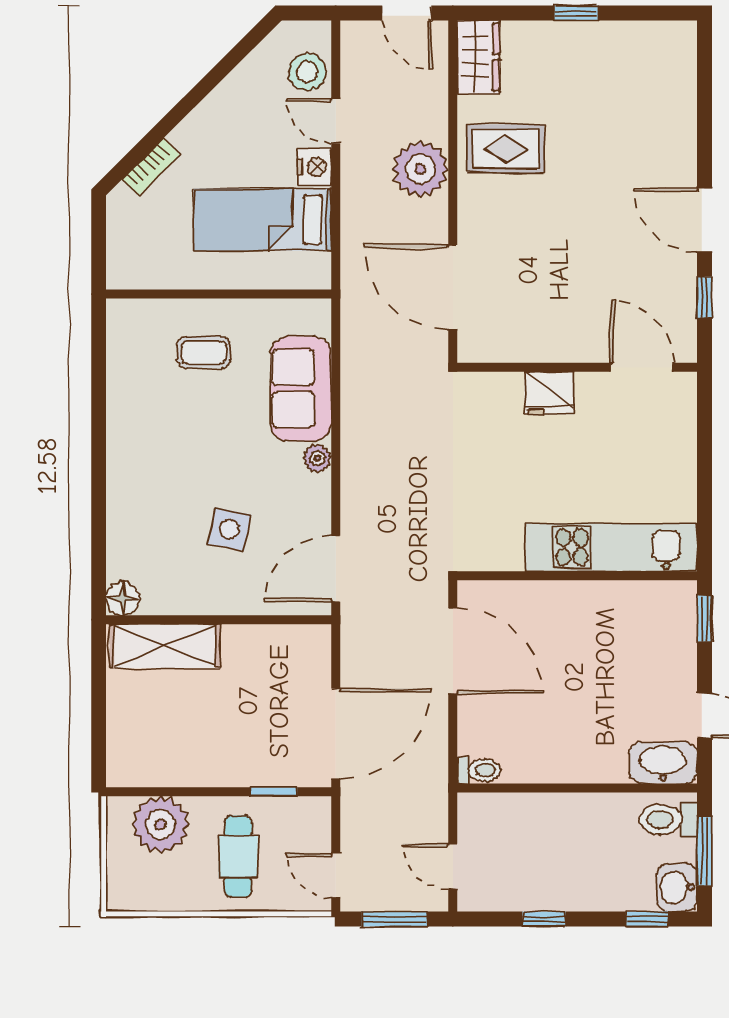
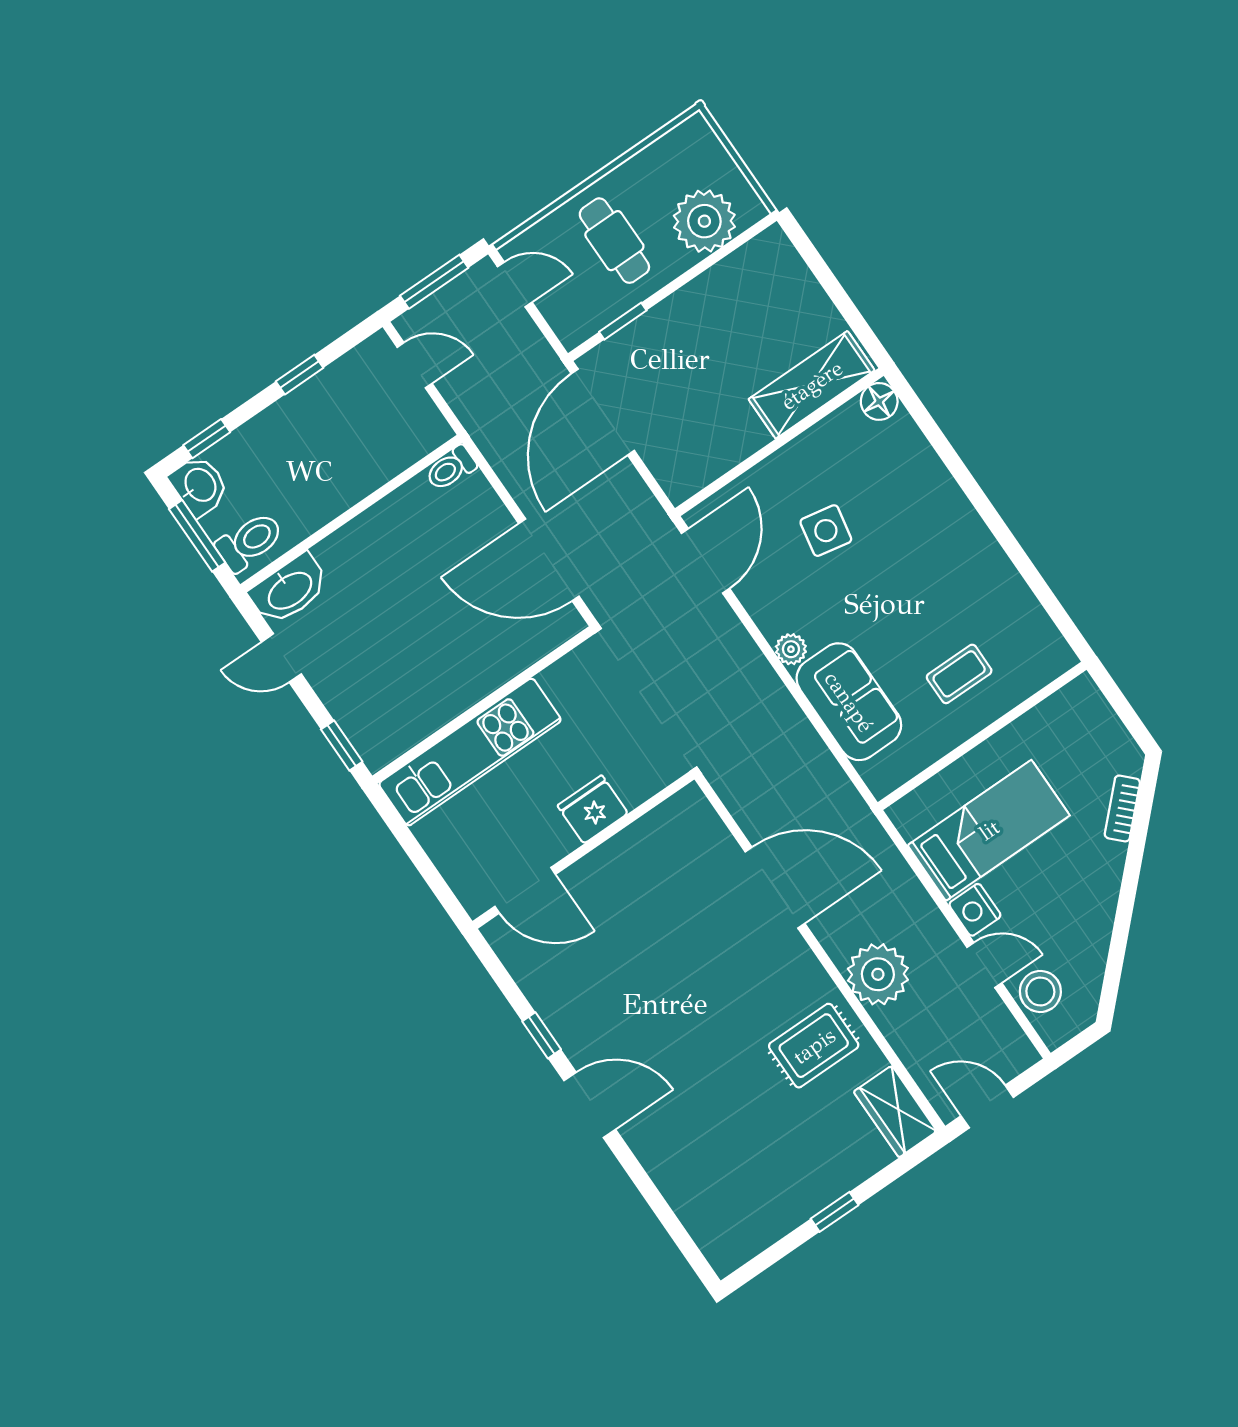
wall: (577, 367) -> (583, 850), moved
door: (642, 367) -> (525, 890), moved
fridge: (549, 393) -> (593, 809), moved

